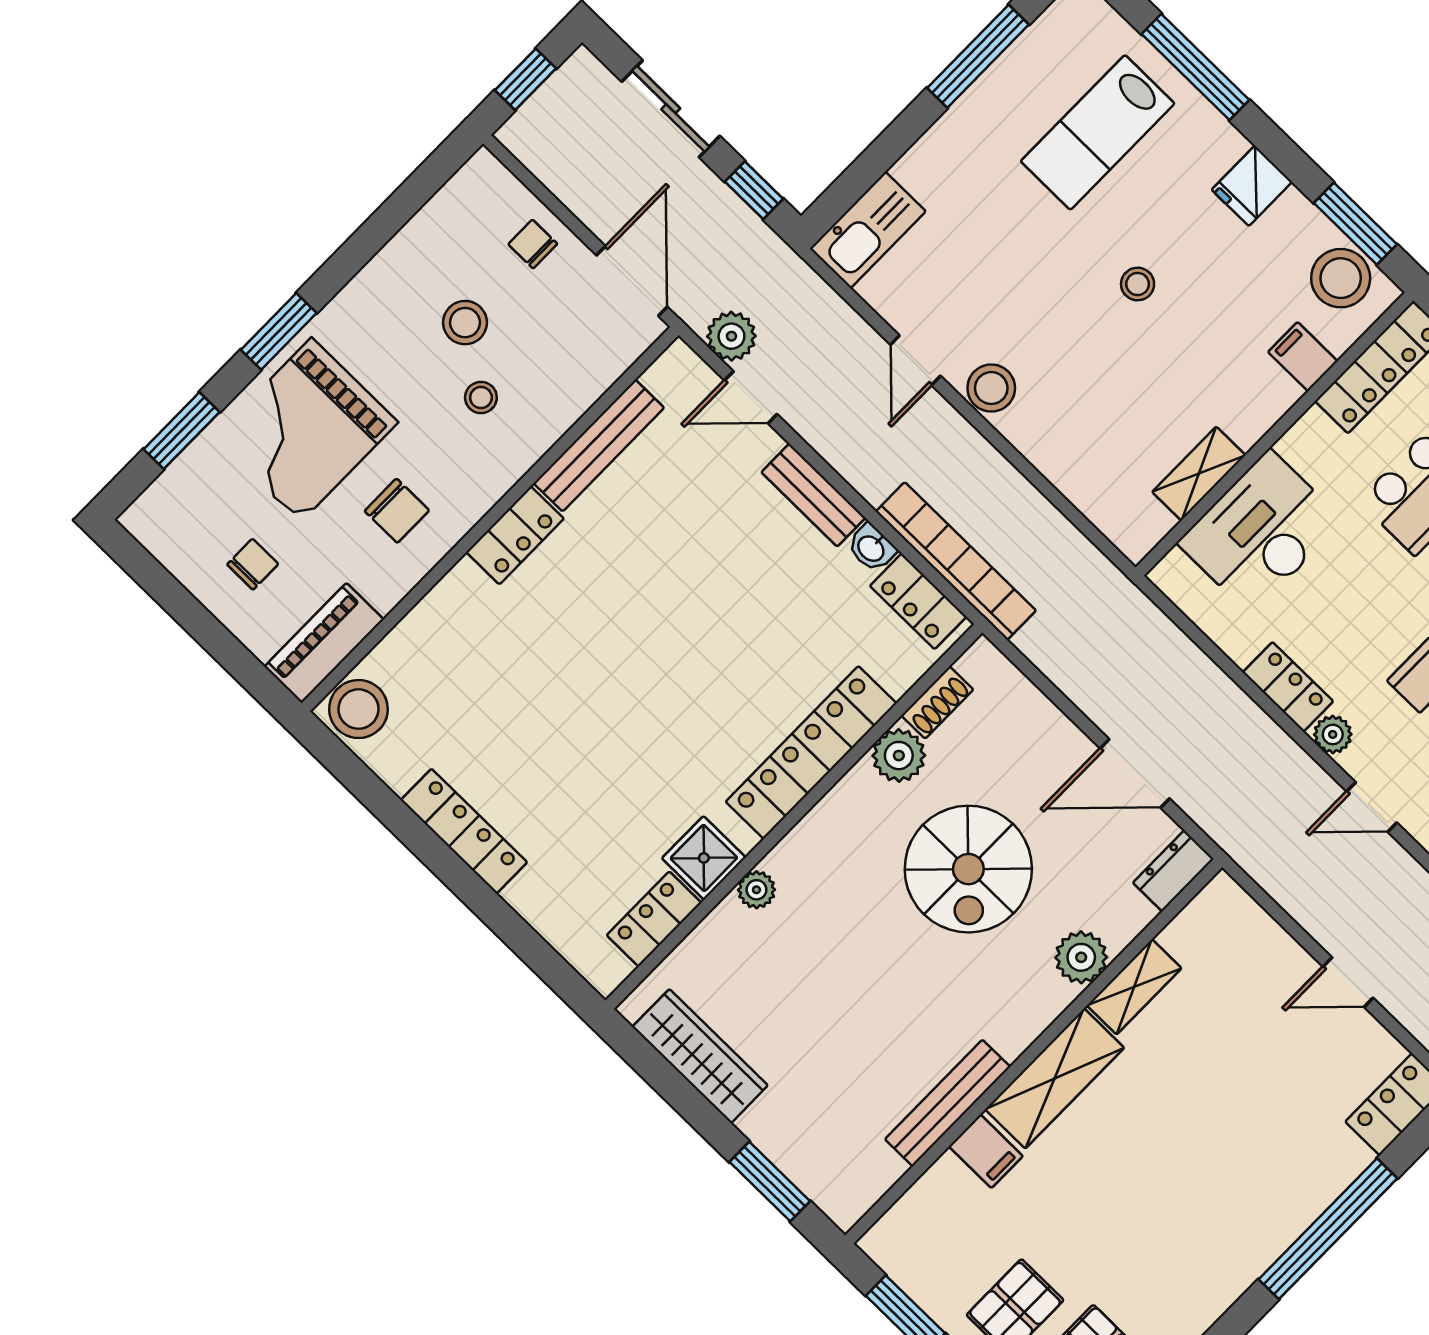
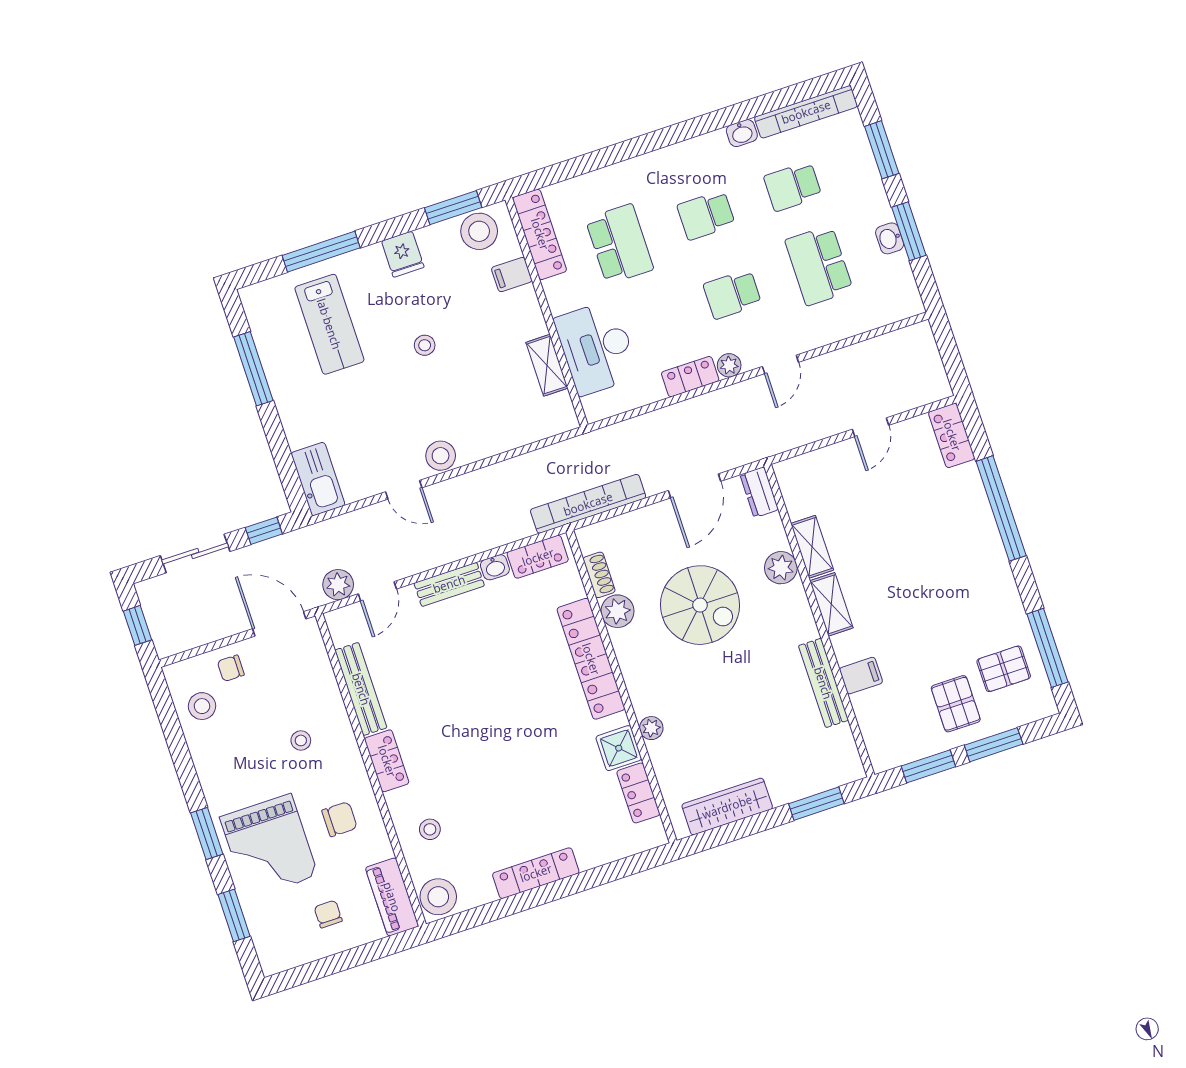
stool: (465, 323) -> (202, 706), moved
bookcase: (956, 561) -> (588, 504), moved
stool: (449, 648) -> (430, 829), added
shelving: (1055, 1078) -> (831, 604), width x0.67, depth x0.75

